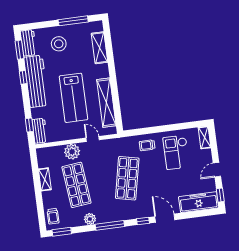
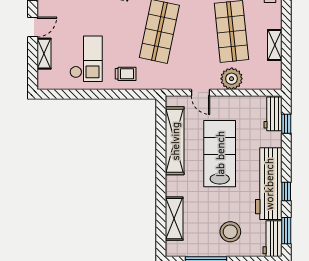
shelving: (204, 137) -> (44, 54), moved

